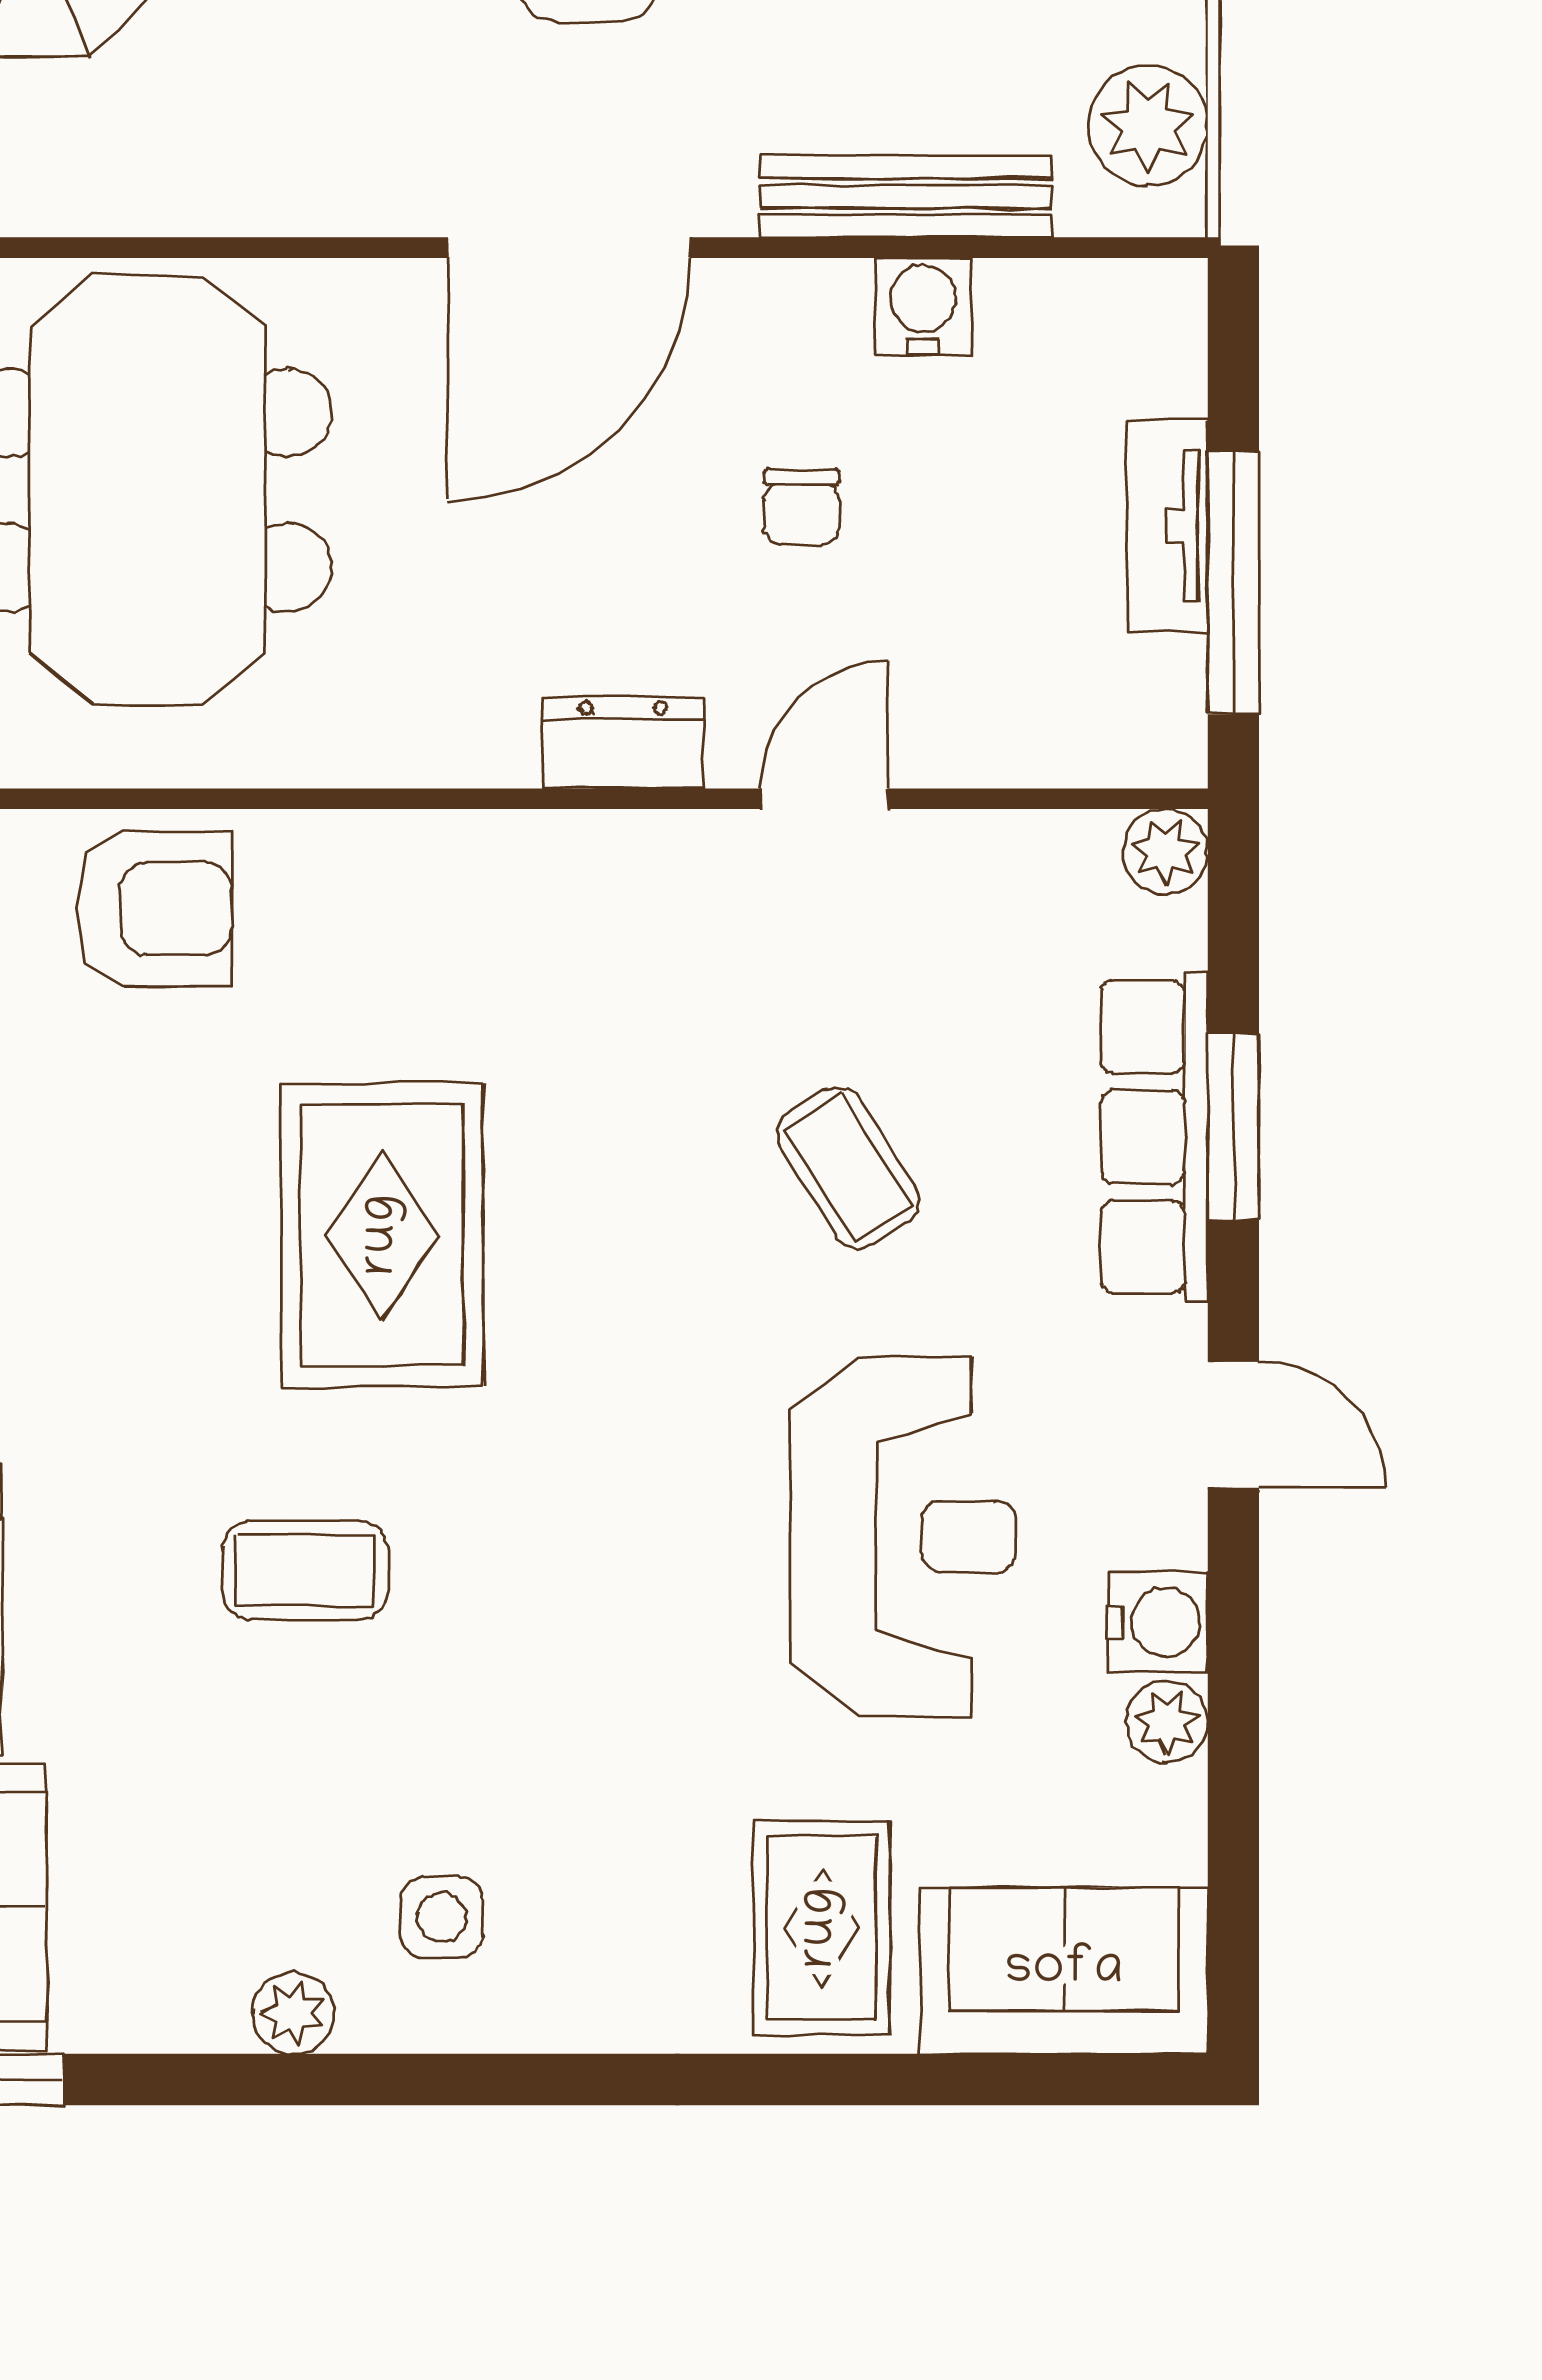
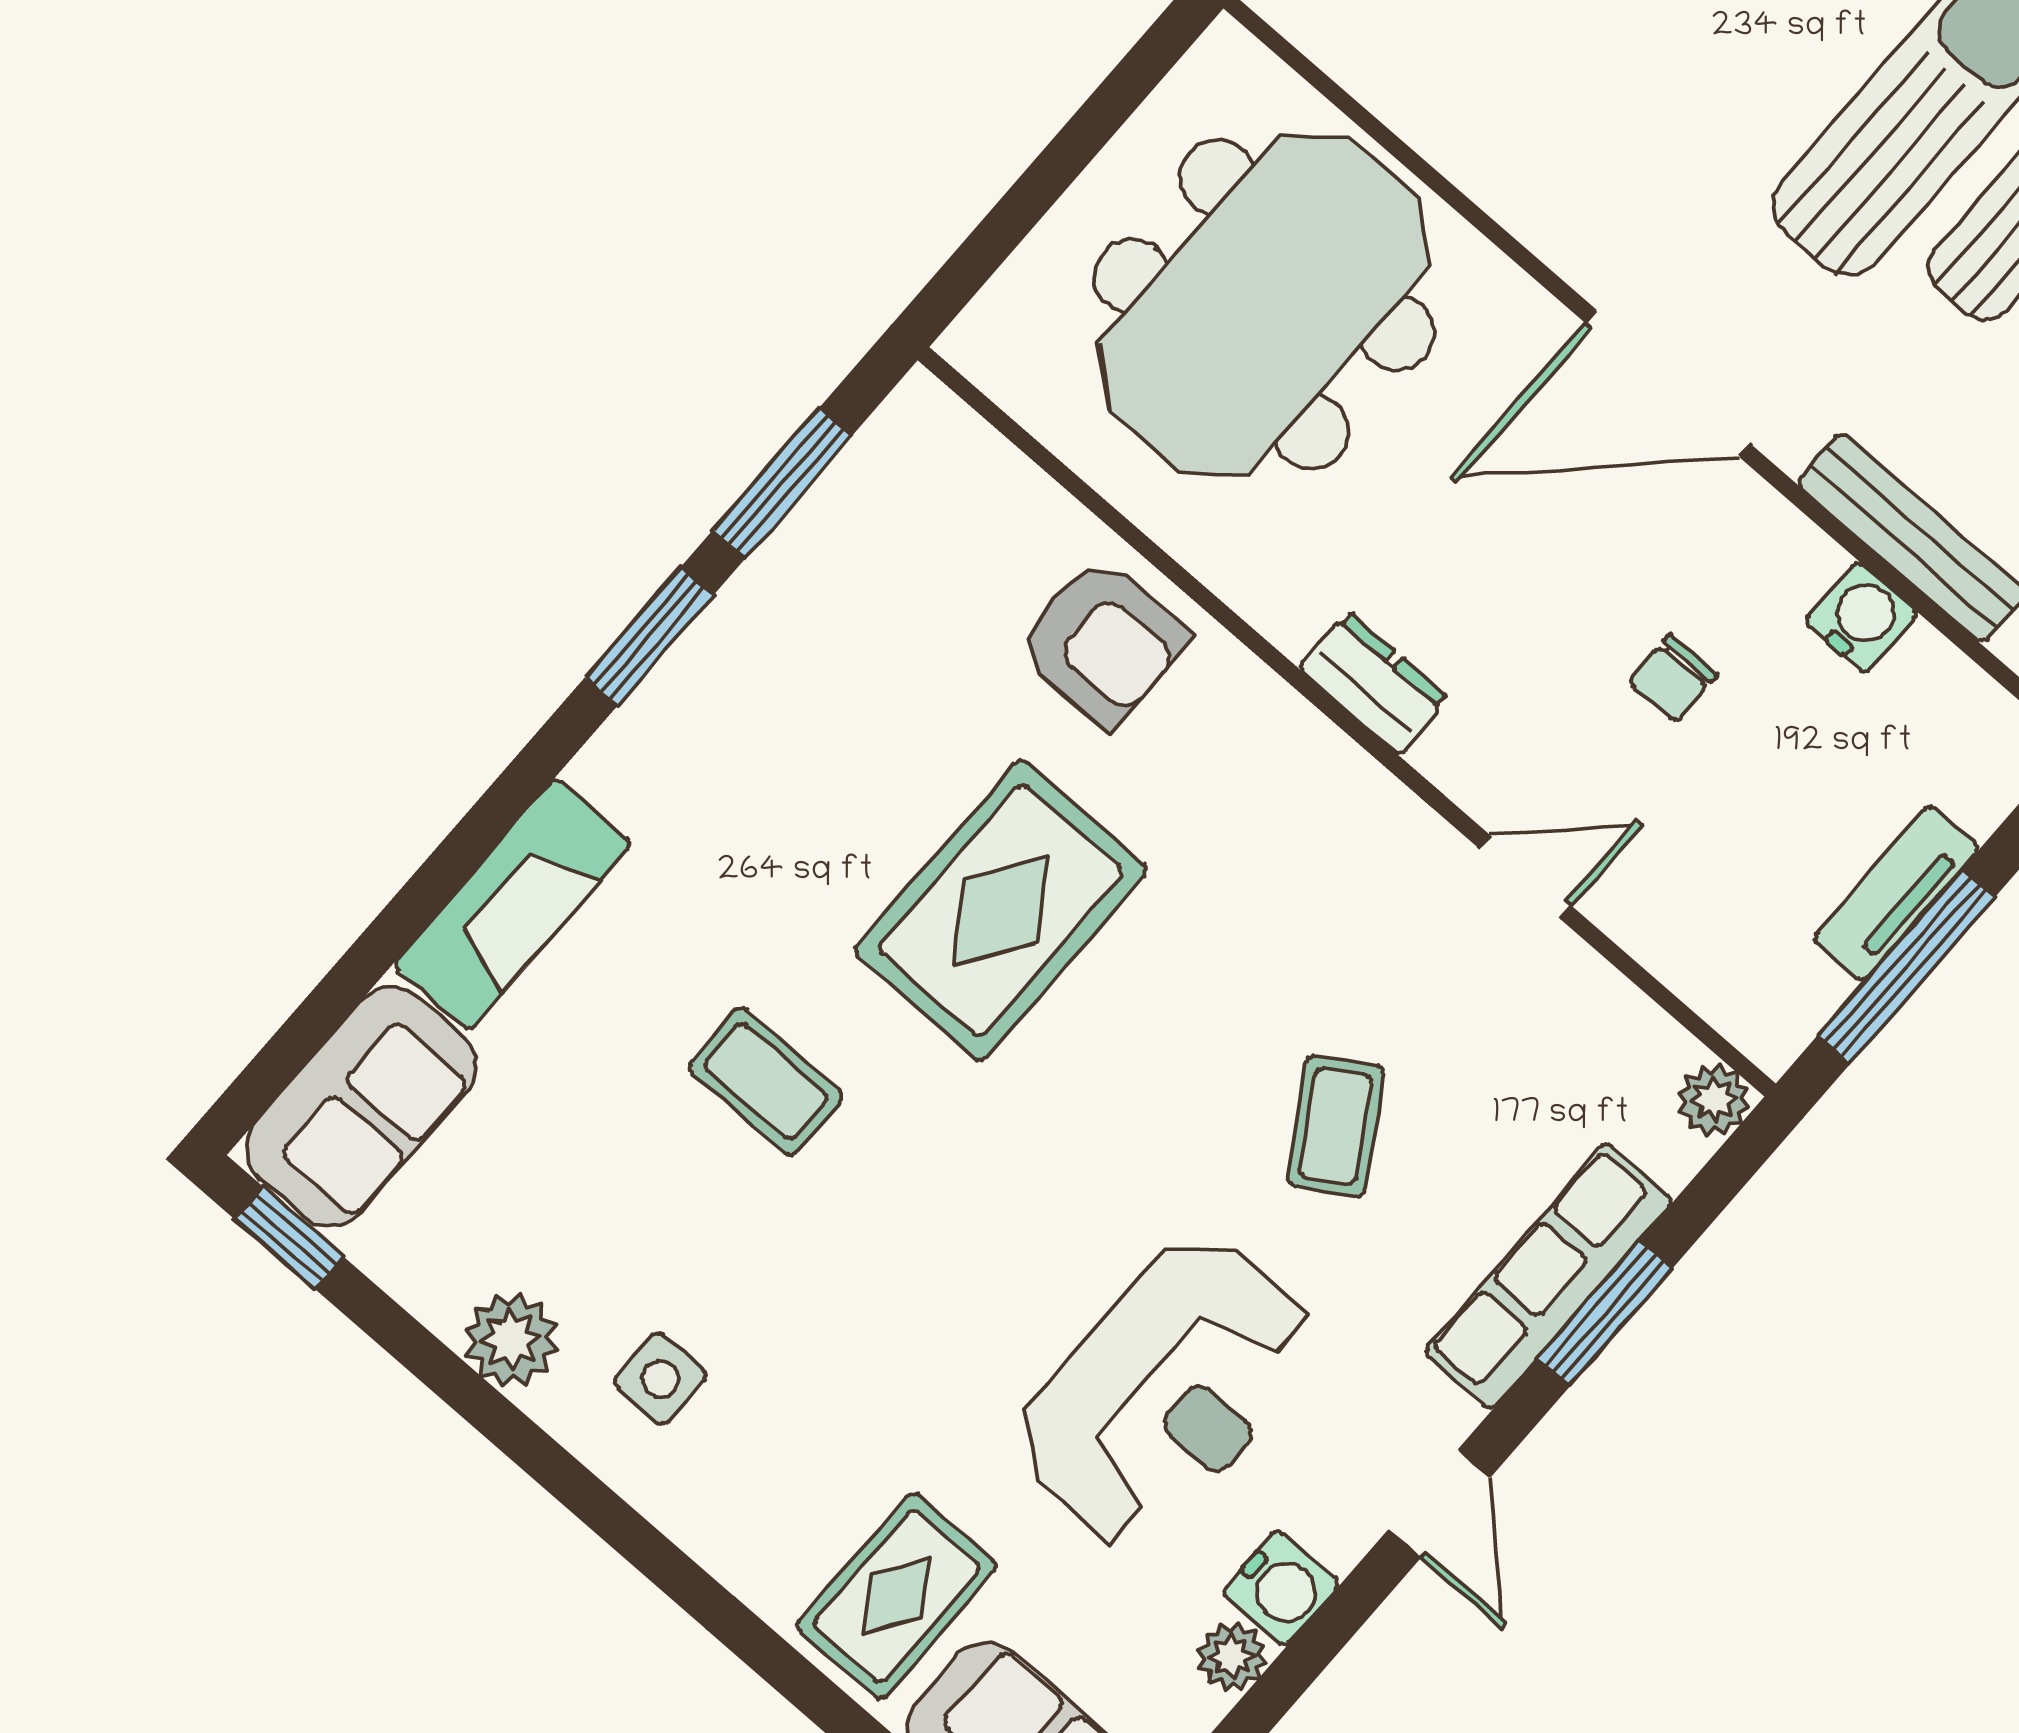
dresser: (623, 743) -> (1374, 683), moved
armchair: (154, 909) -> (1103, 642), moved
plant: (293, 2013) -> (511, 1340), width x1.38, depth x1.38

